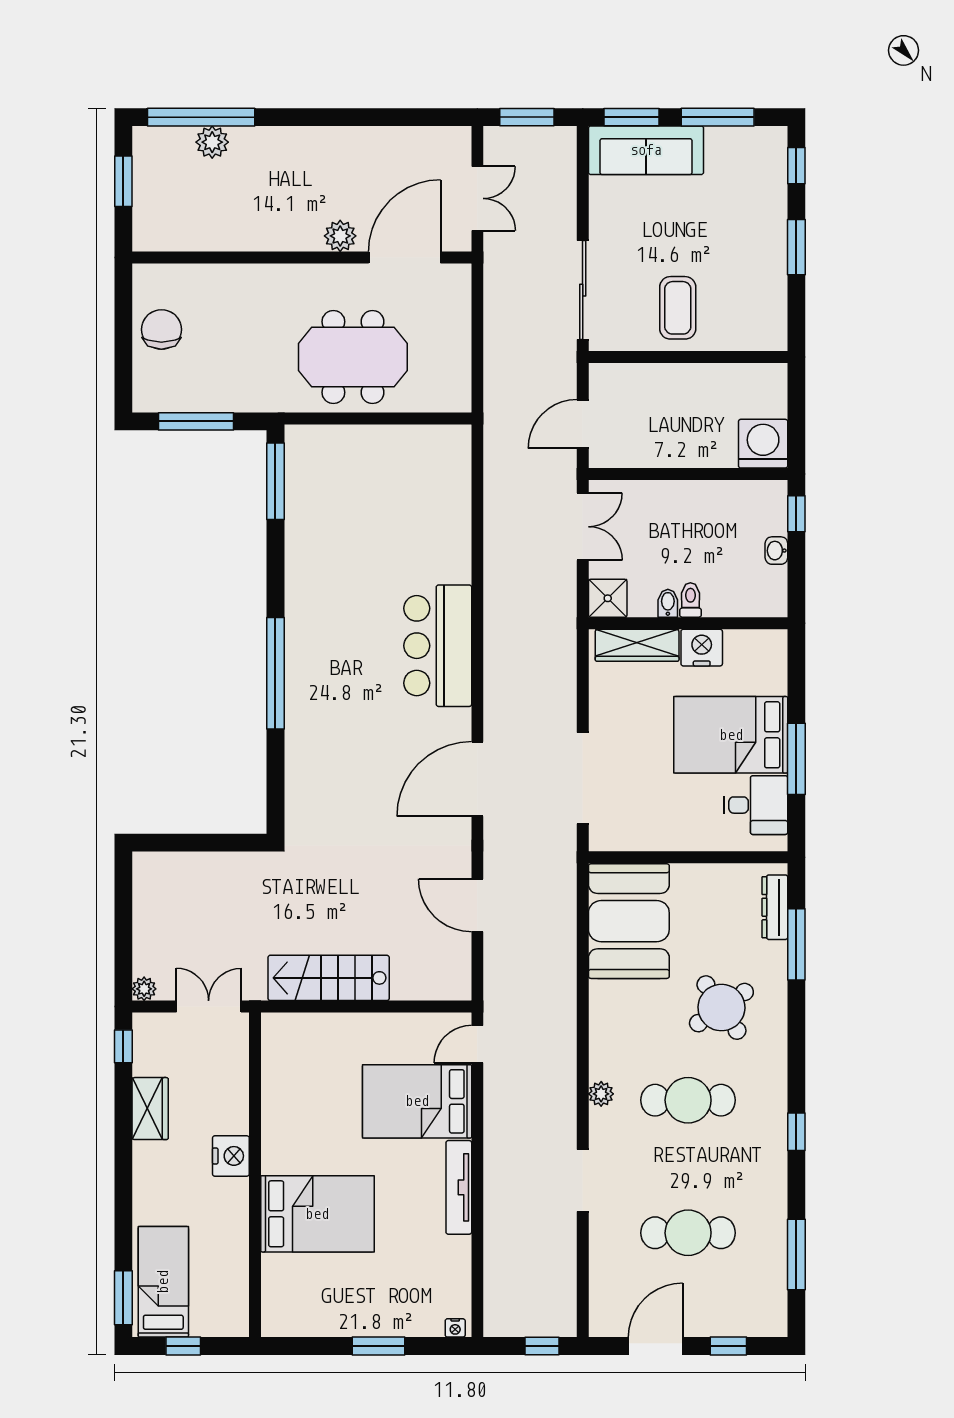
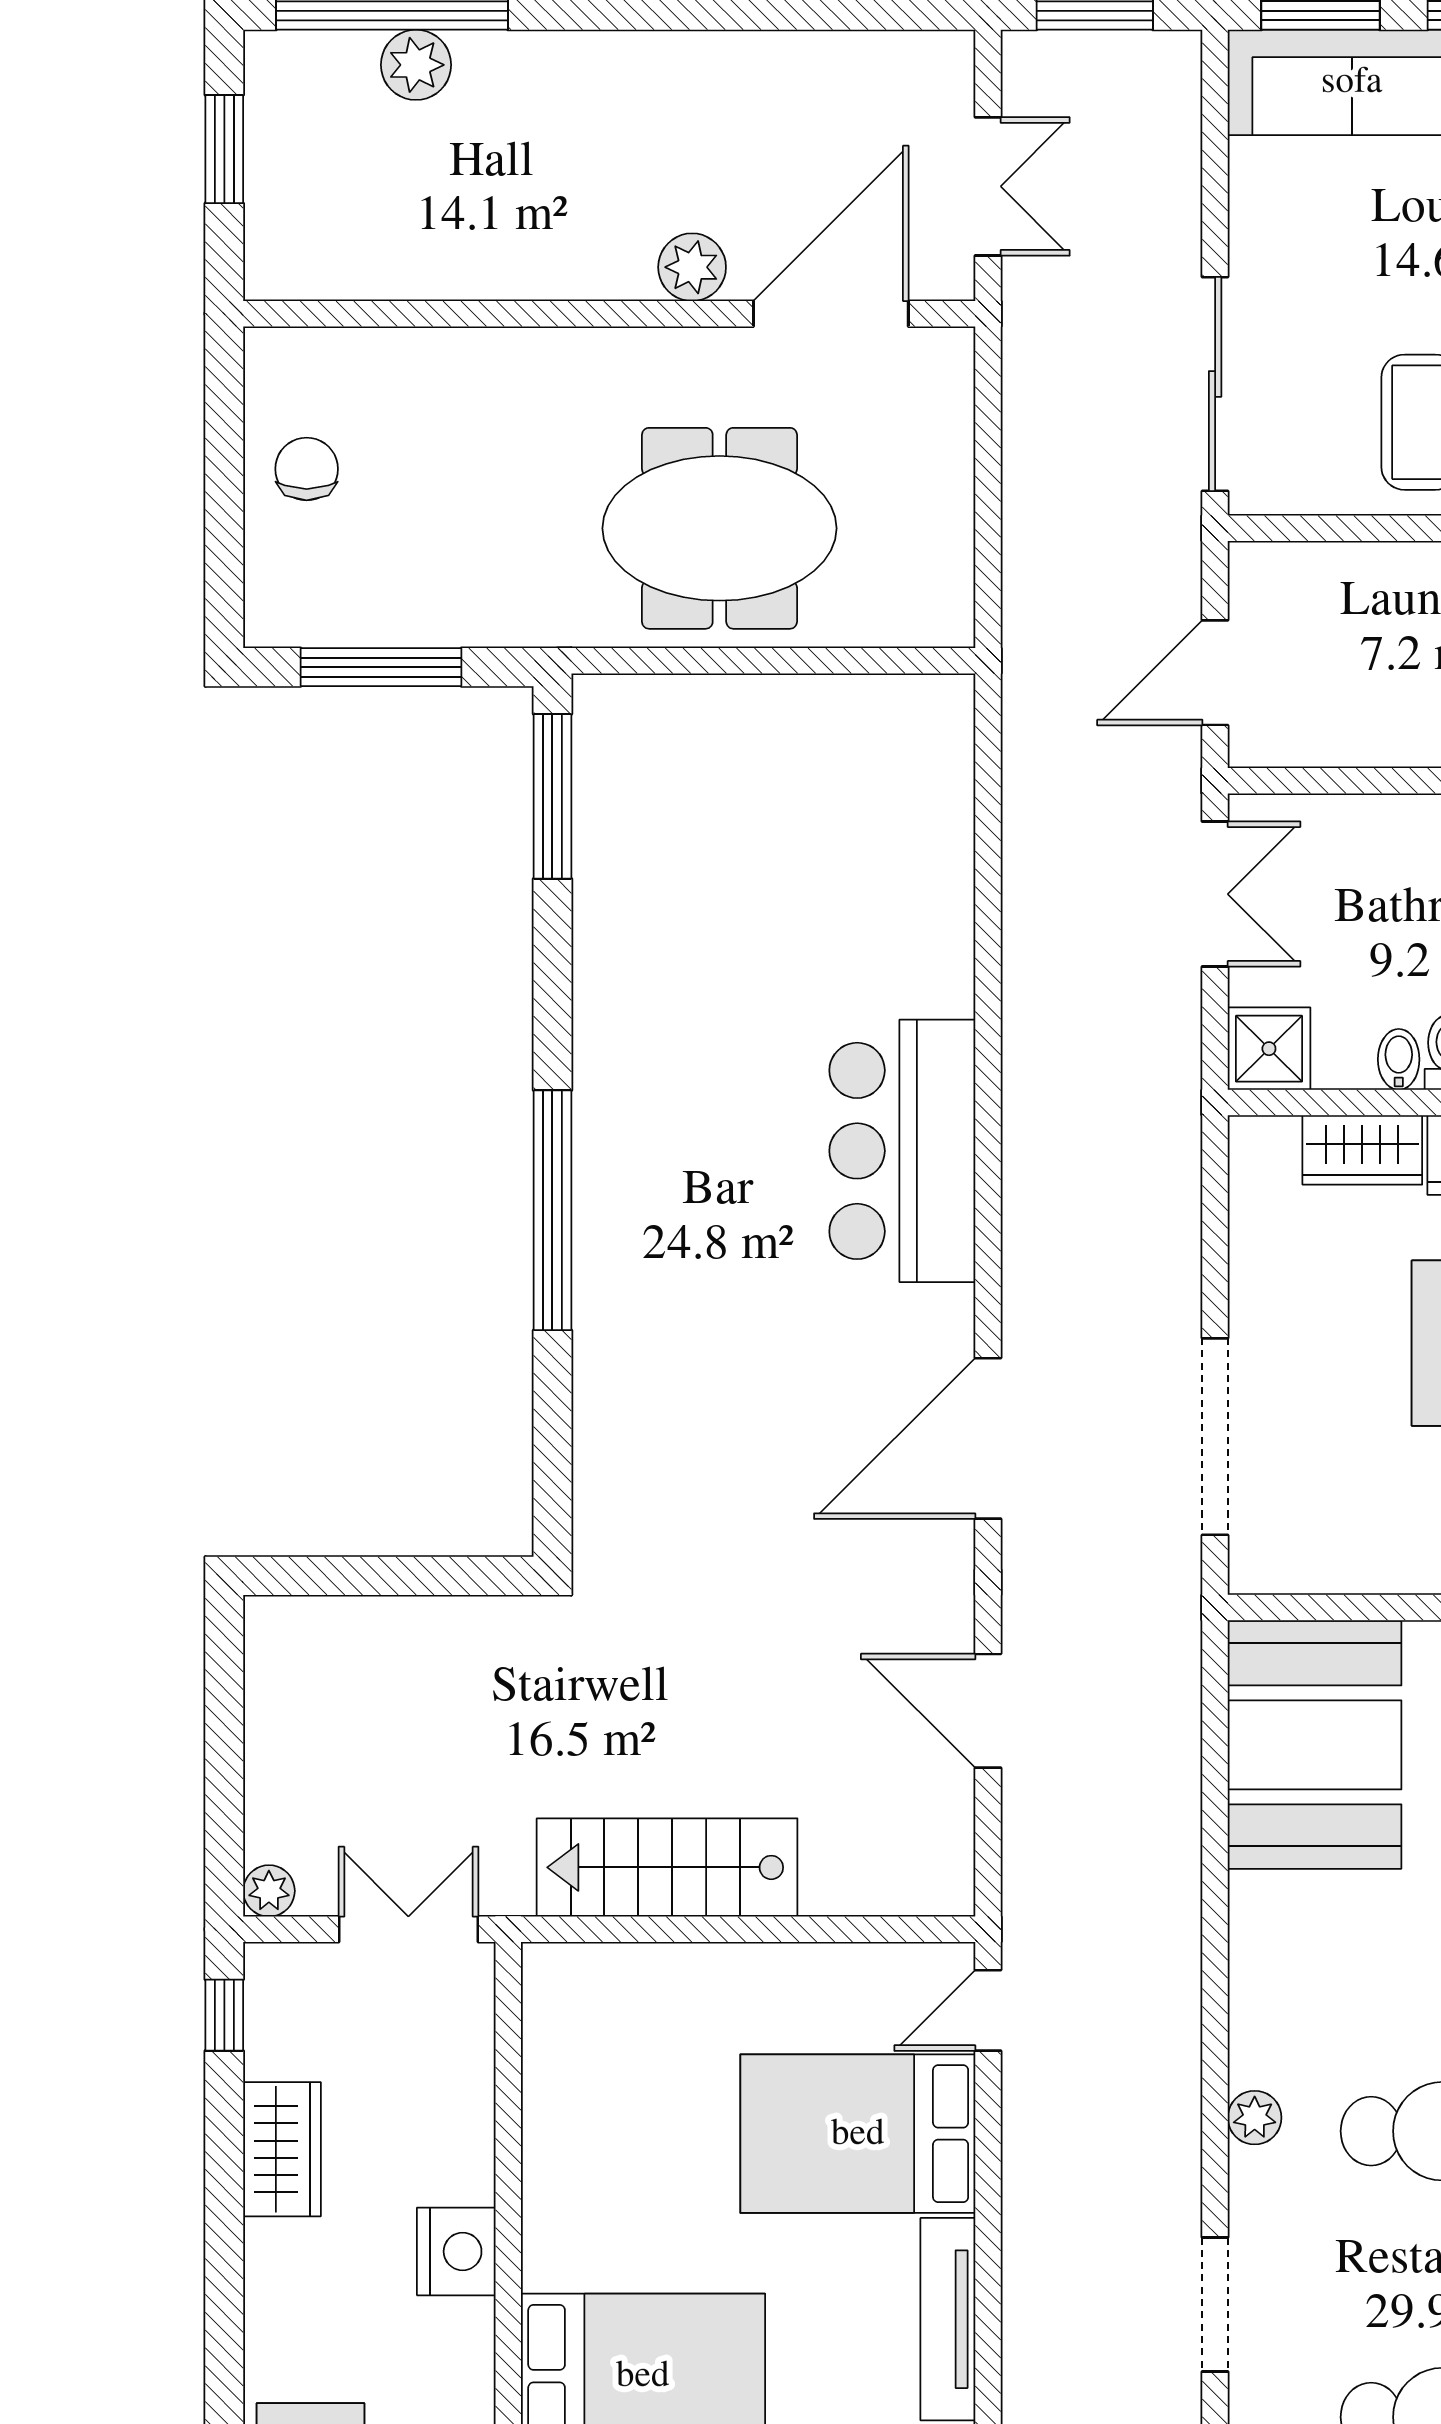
chair: (161, 330) -> (307, 469), width x0.73, depth x0.73
wardrobe: (637, 645) -> (1362, 1150), width x0.67

